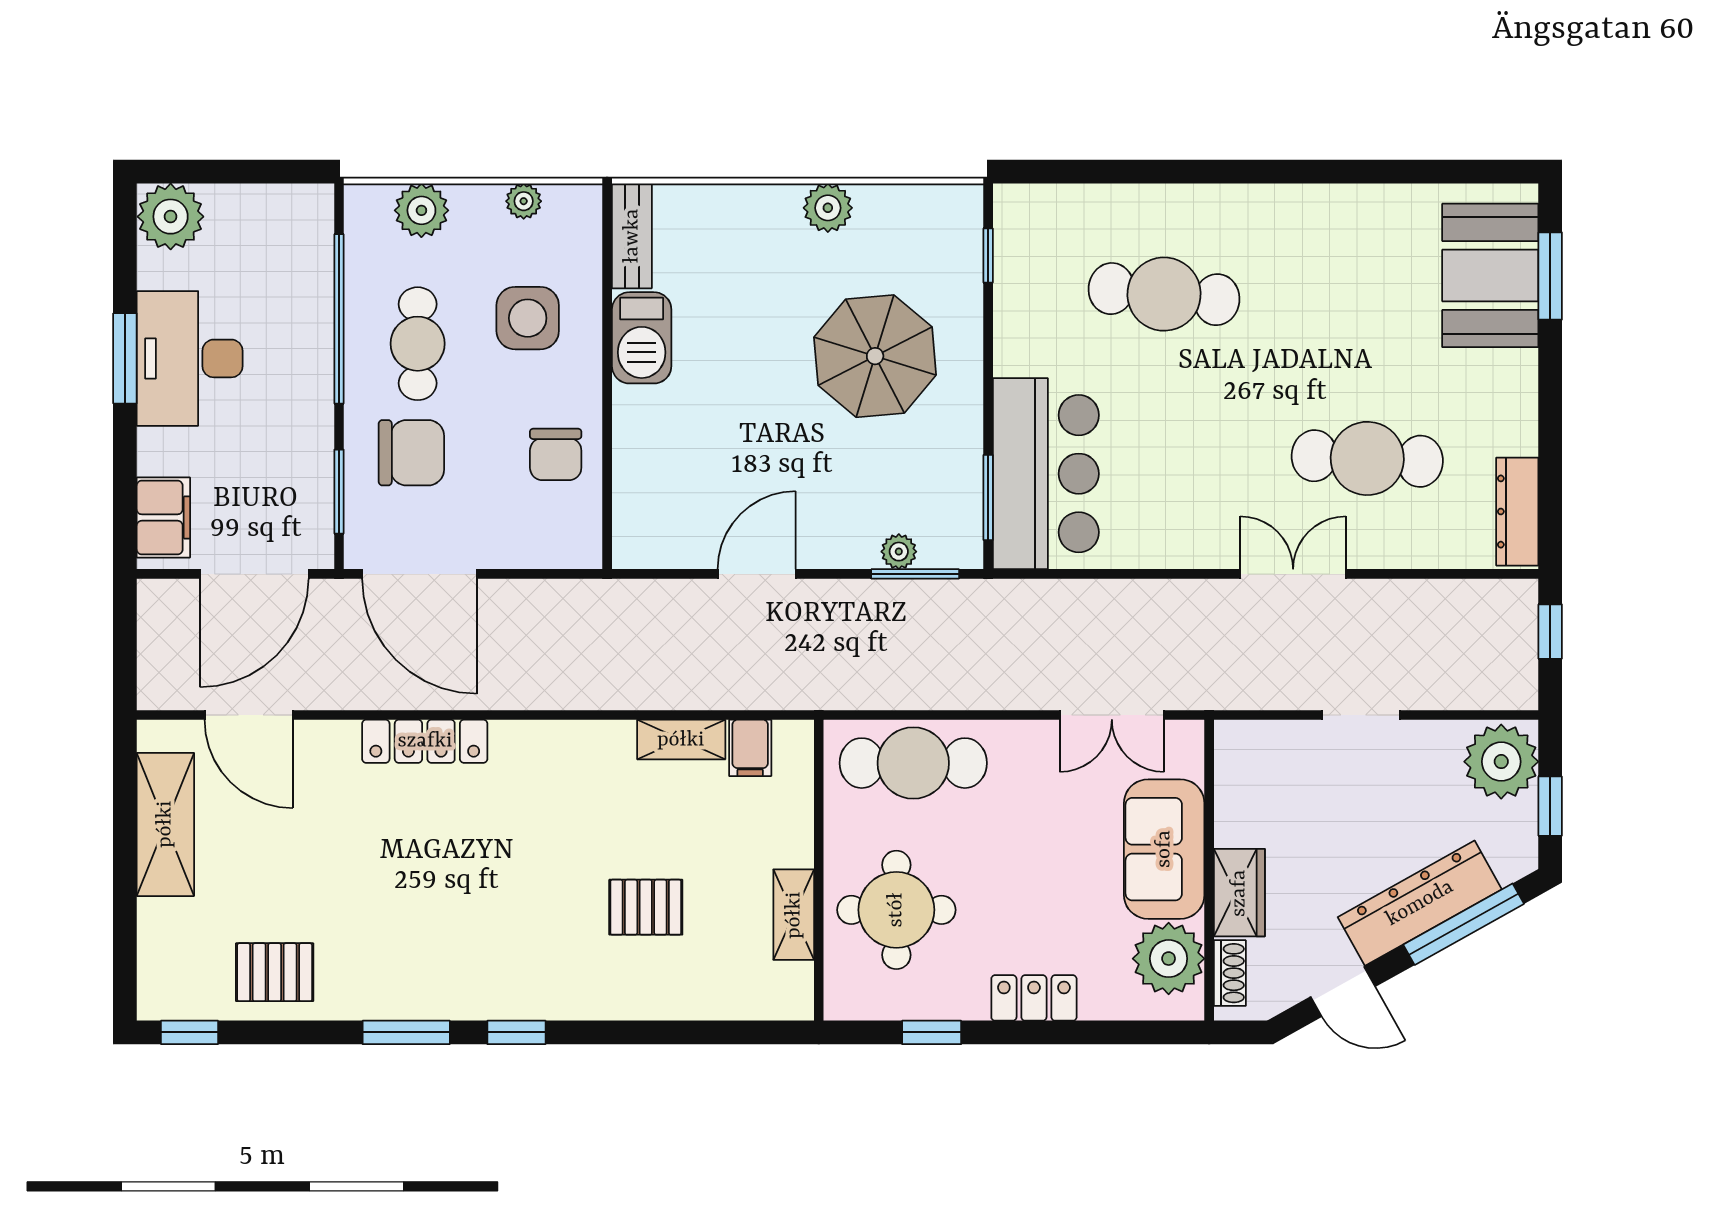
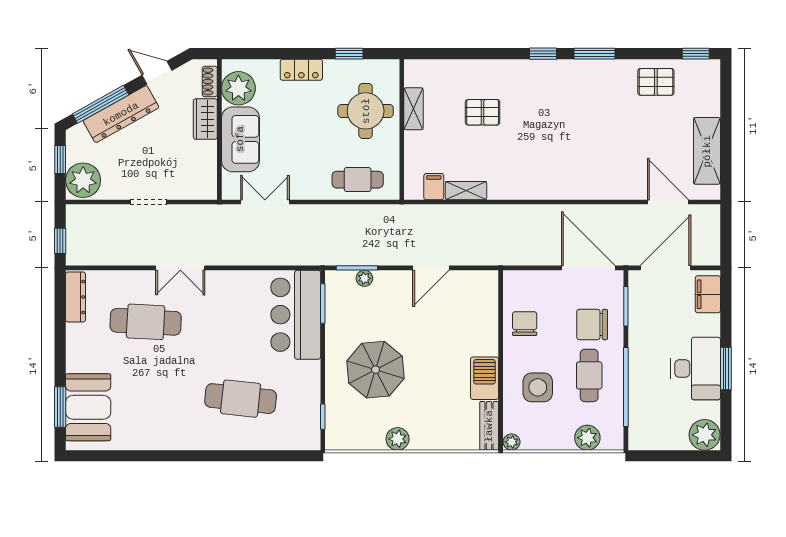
plant: (524, 201) -> (512, 442), moved
locker: (425, 741) -> (586, 190), removed
cafe table: (913, 763) -> (358, 180), width x0.73, depth x0.74

